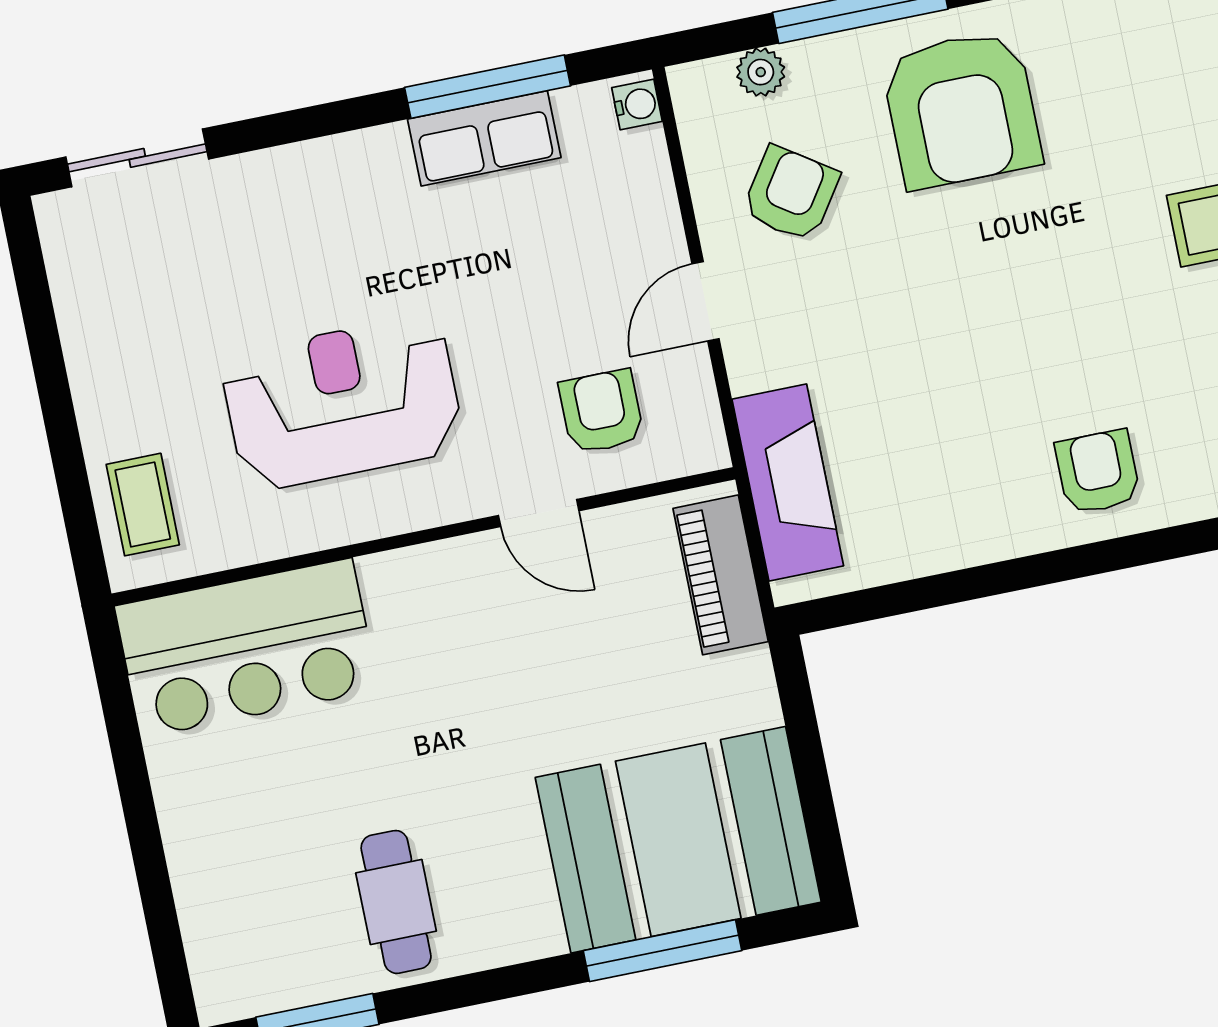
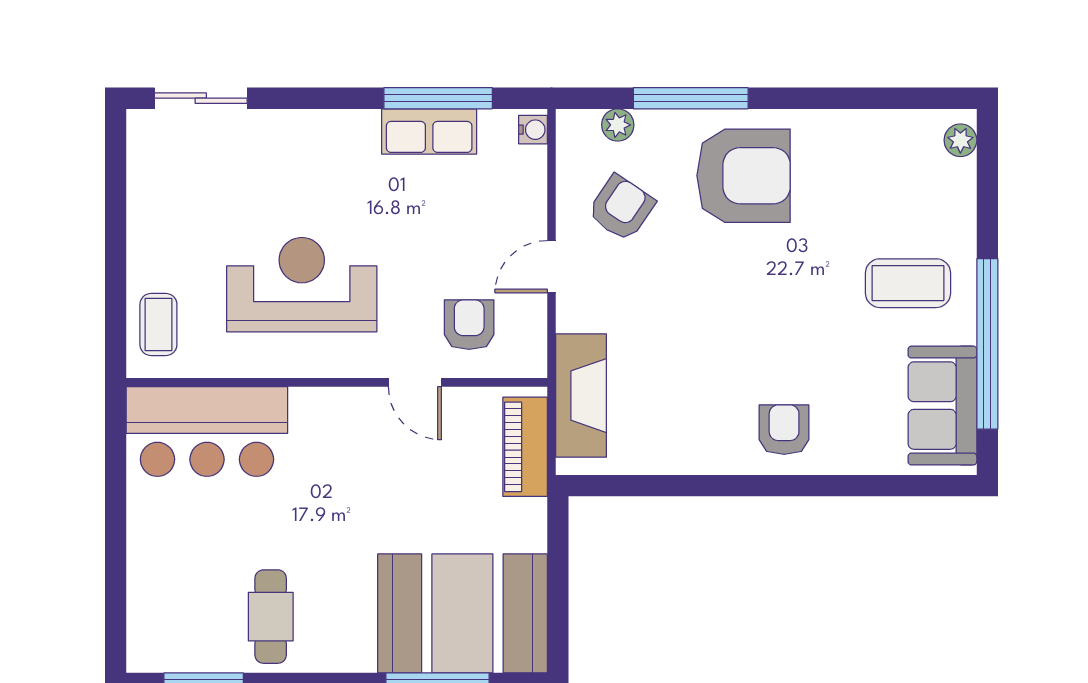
armchair: (962, 109) -> (744, 176), turned -90

